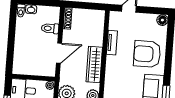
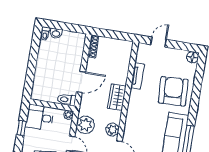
toilet: (50, 28) -> (67, 100), moved
armchair: (147, 54) -> (173, 91), turned 87
wardrobe: (94, 65) -> (117, 97), width x0.67

